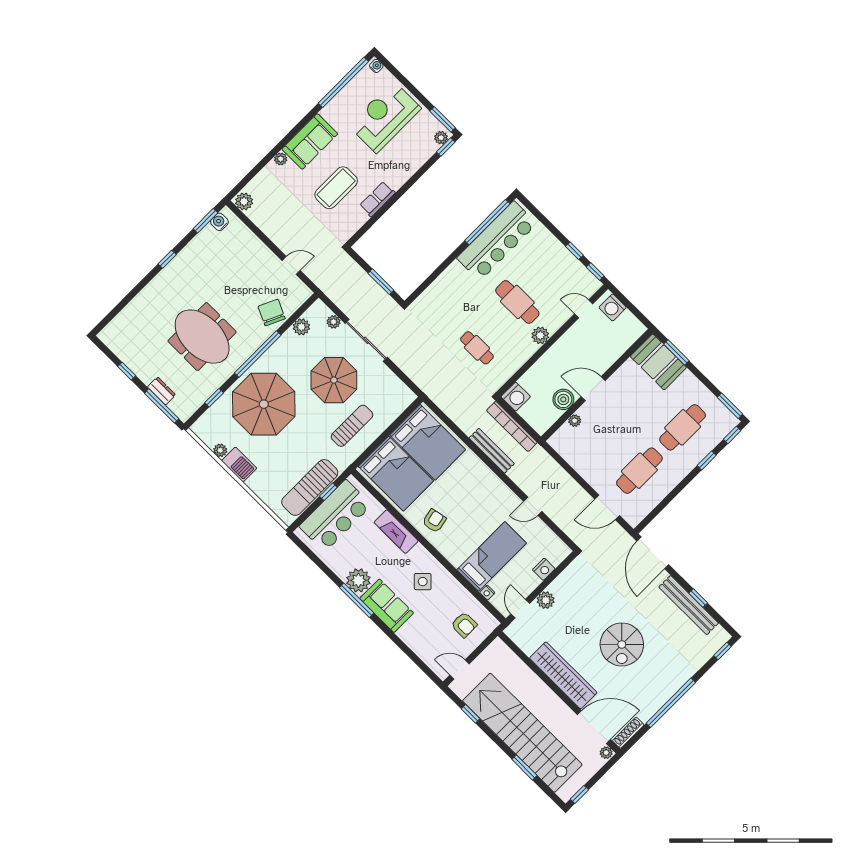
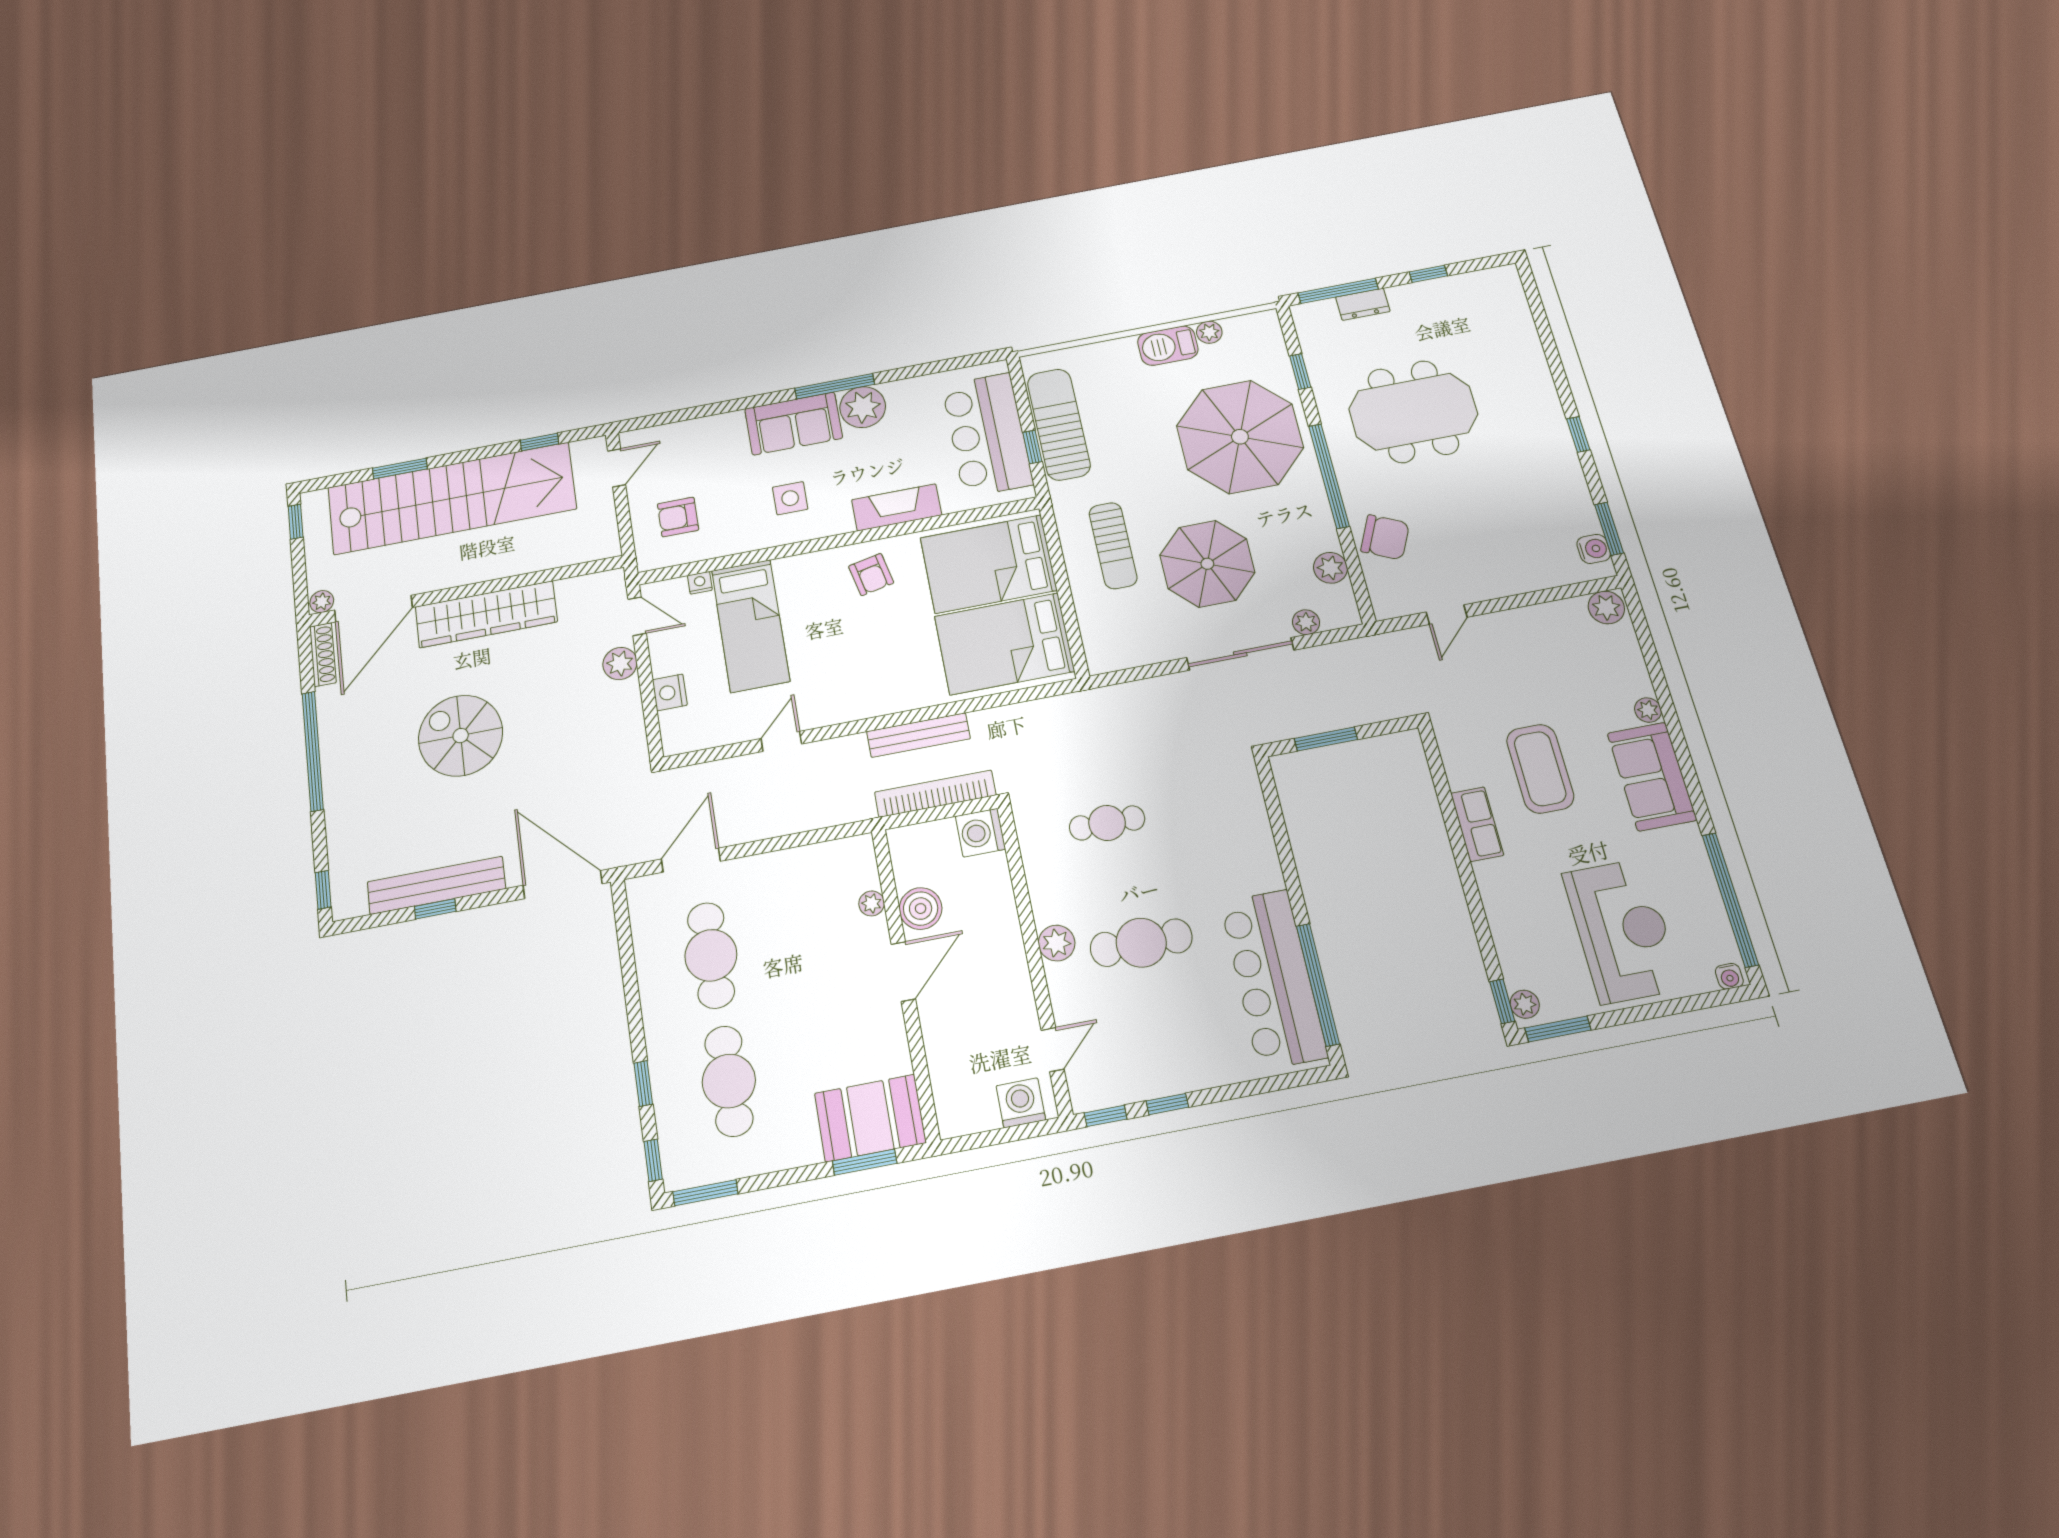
side table: (423, 582) -> (790, 498), turned 45

